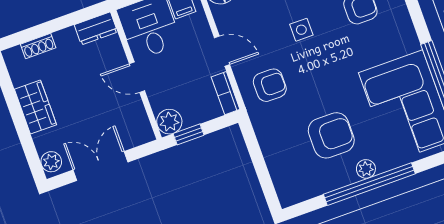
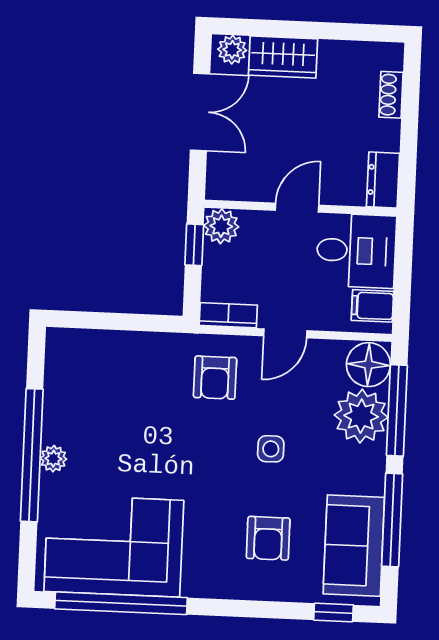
wardrobe: (35, 107) -> (283, 57), moved
armchair: (331, 135) -> (116, 431), removed

